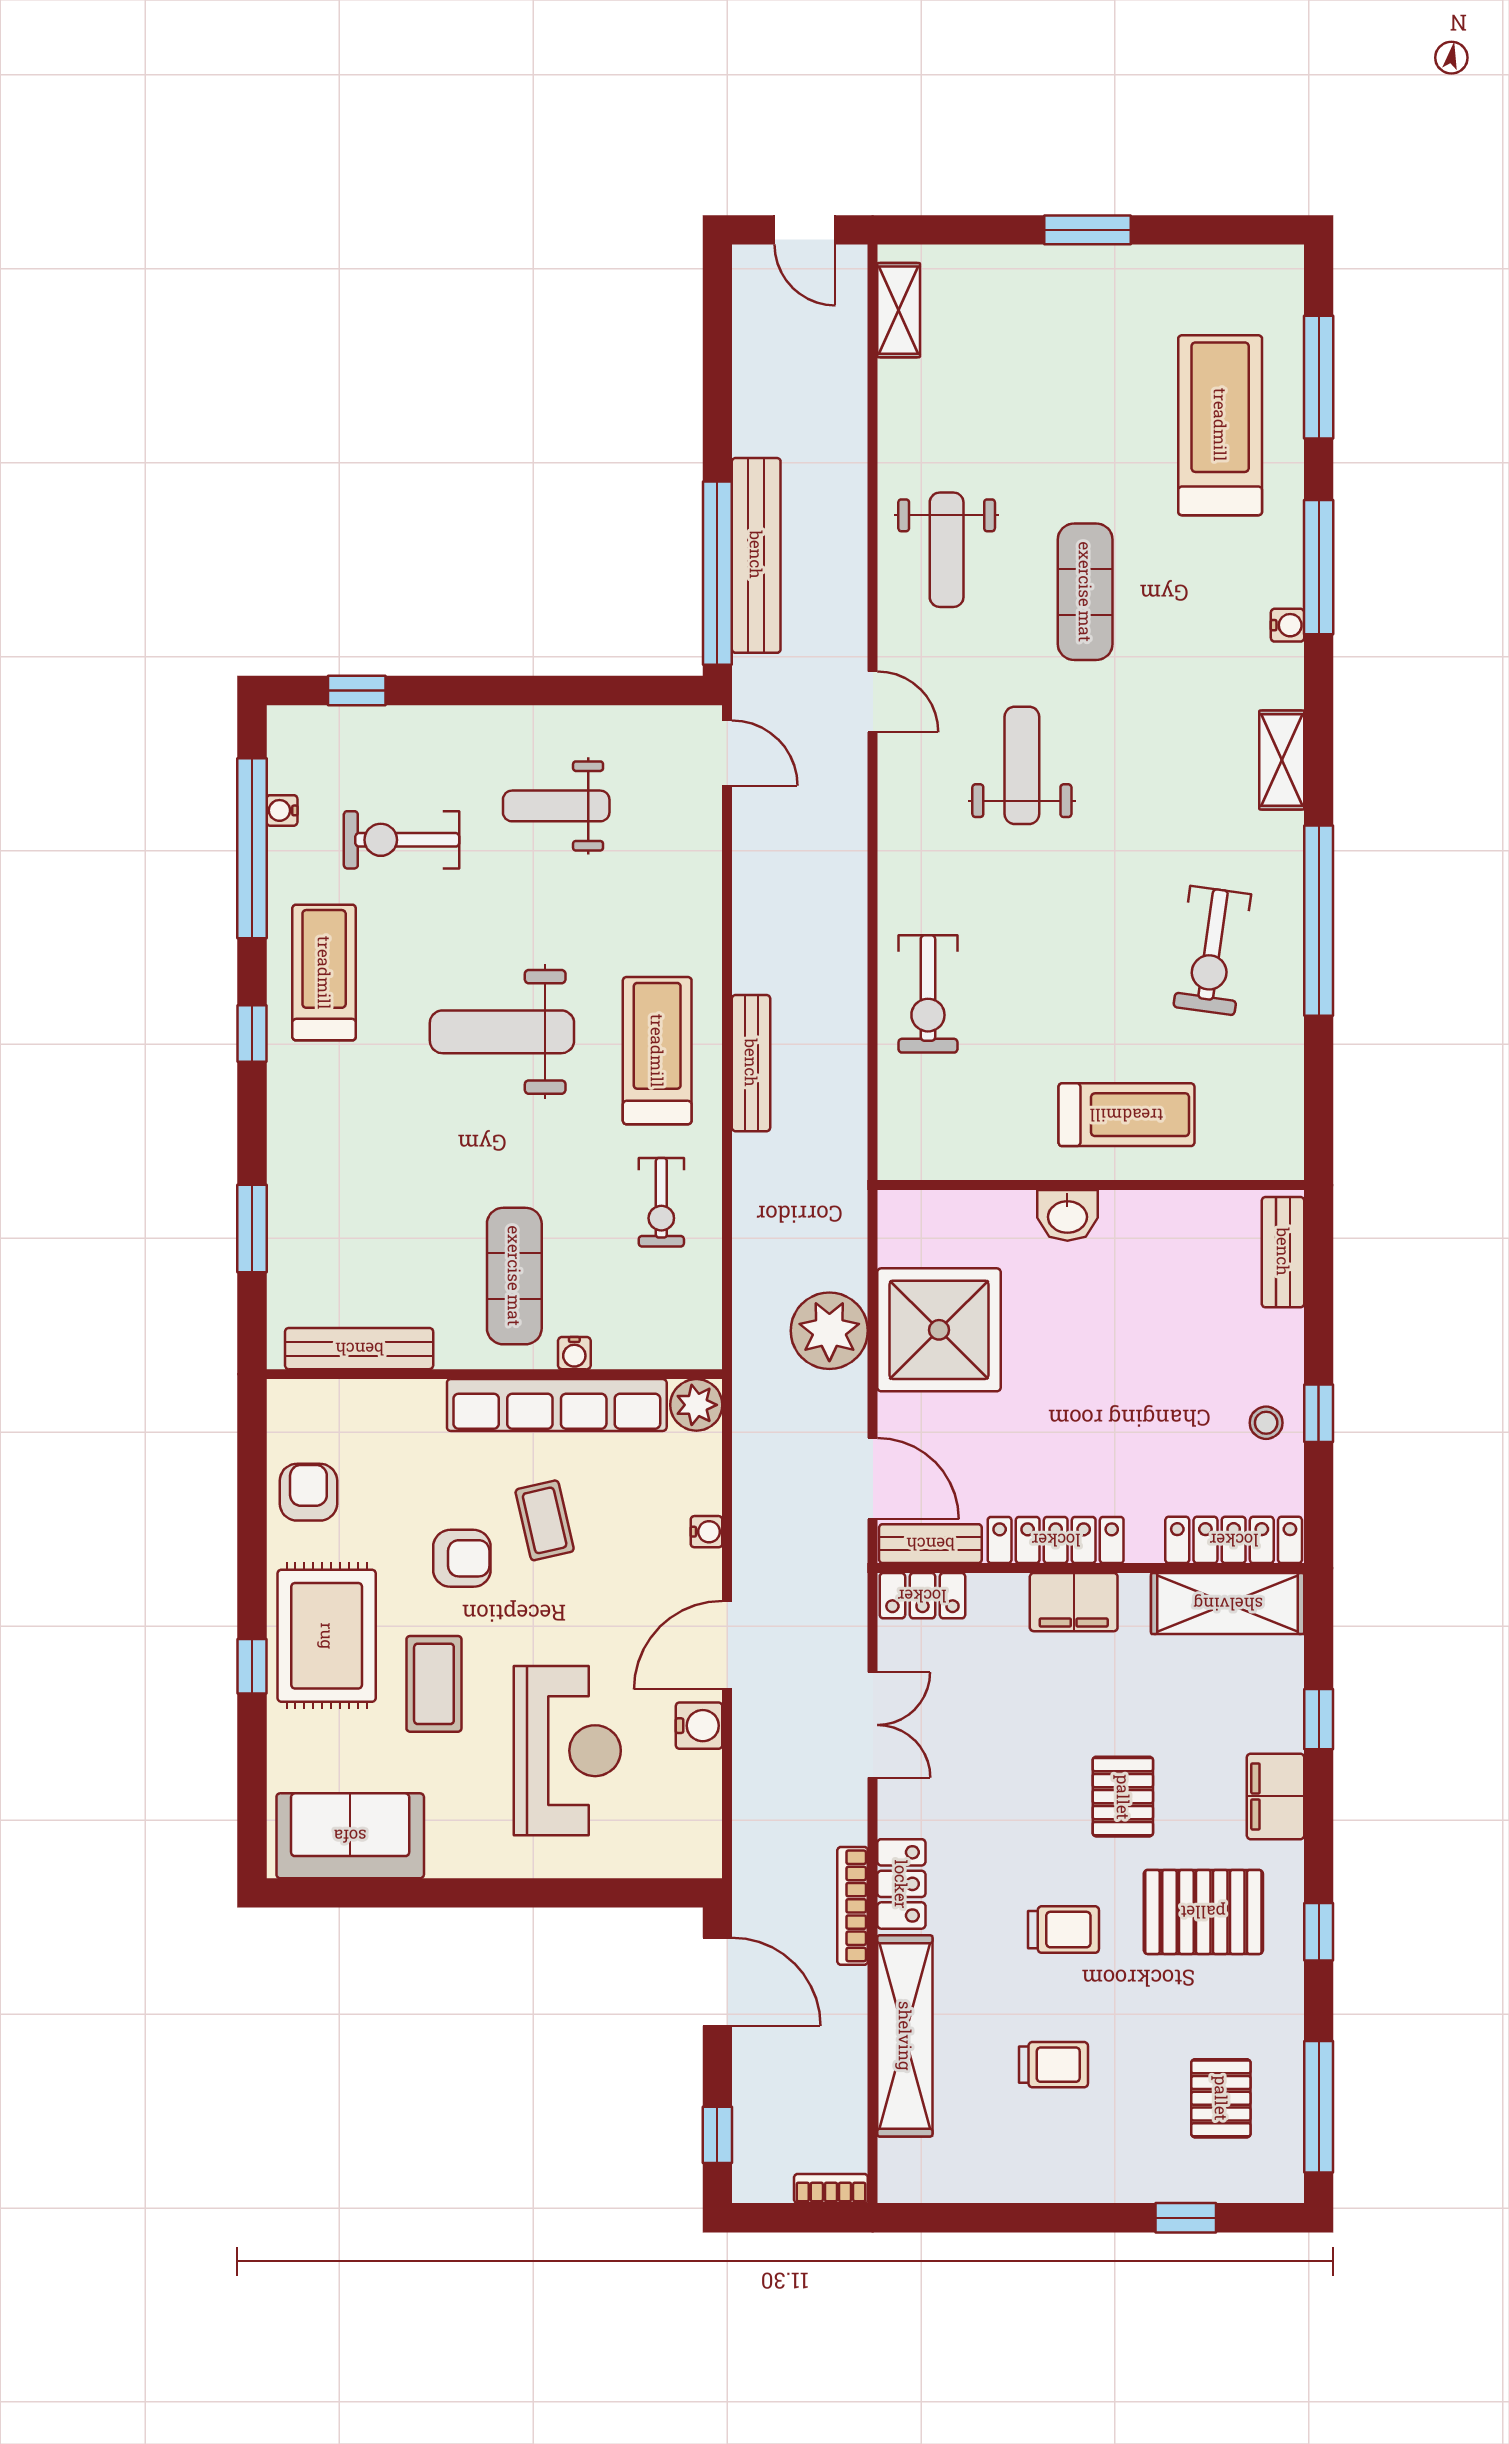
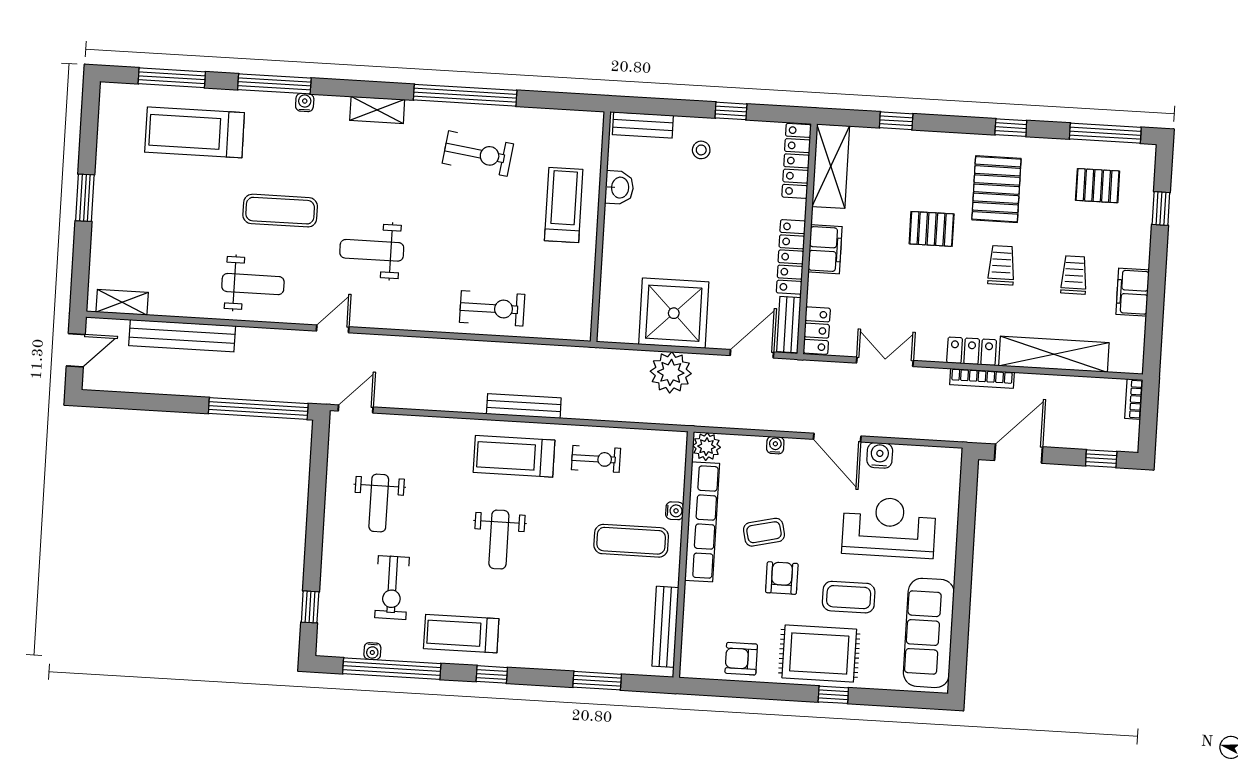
bench: (756, 555) -> (182, 336), moved
weight bench: (502, 1032) -> (499, 540), width x0.73, depth x0.75
washbasin: (1067, 1215) -> (619, 188), moved
stool: (1266, 1423) -> (701, 150), moved
filing cabinet: (1275, 1796) -> (1133, 292), moved, turned 90
sofa: (350, 1836) -> (929, 633), width x1.36

